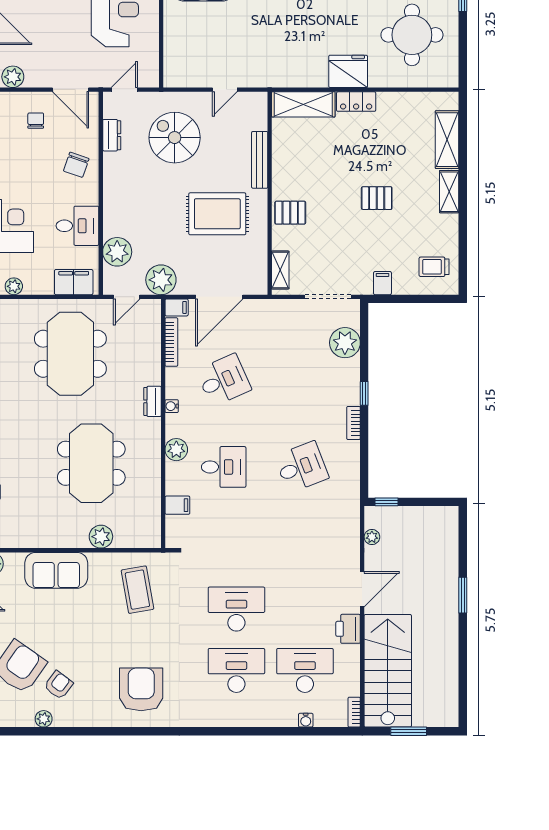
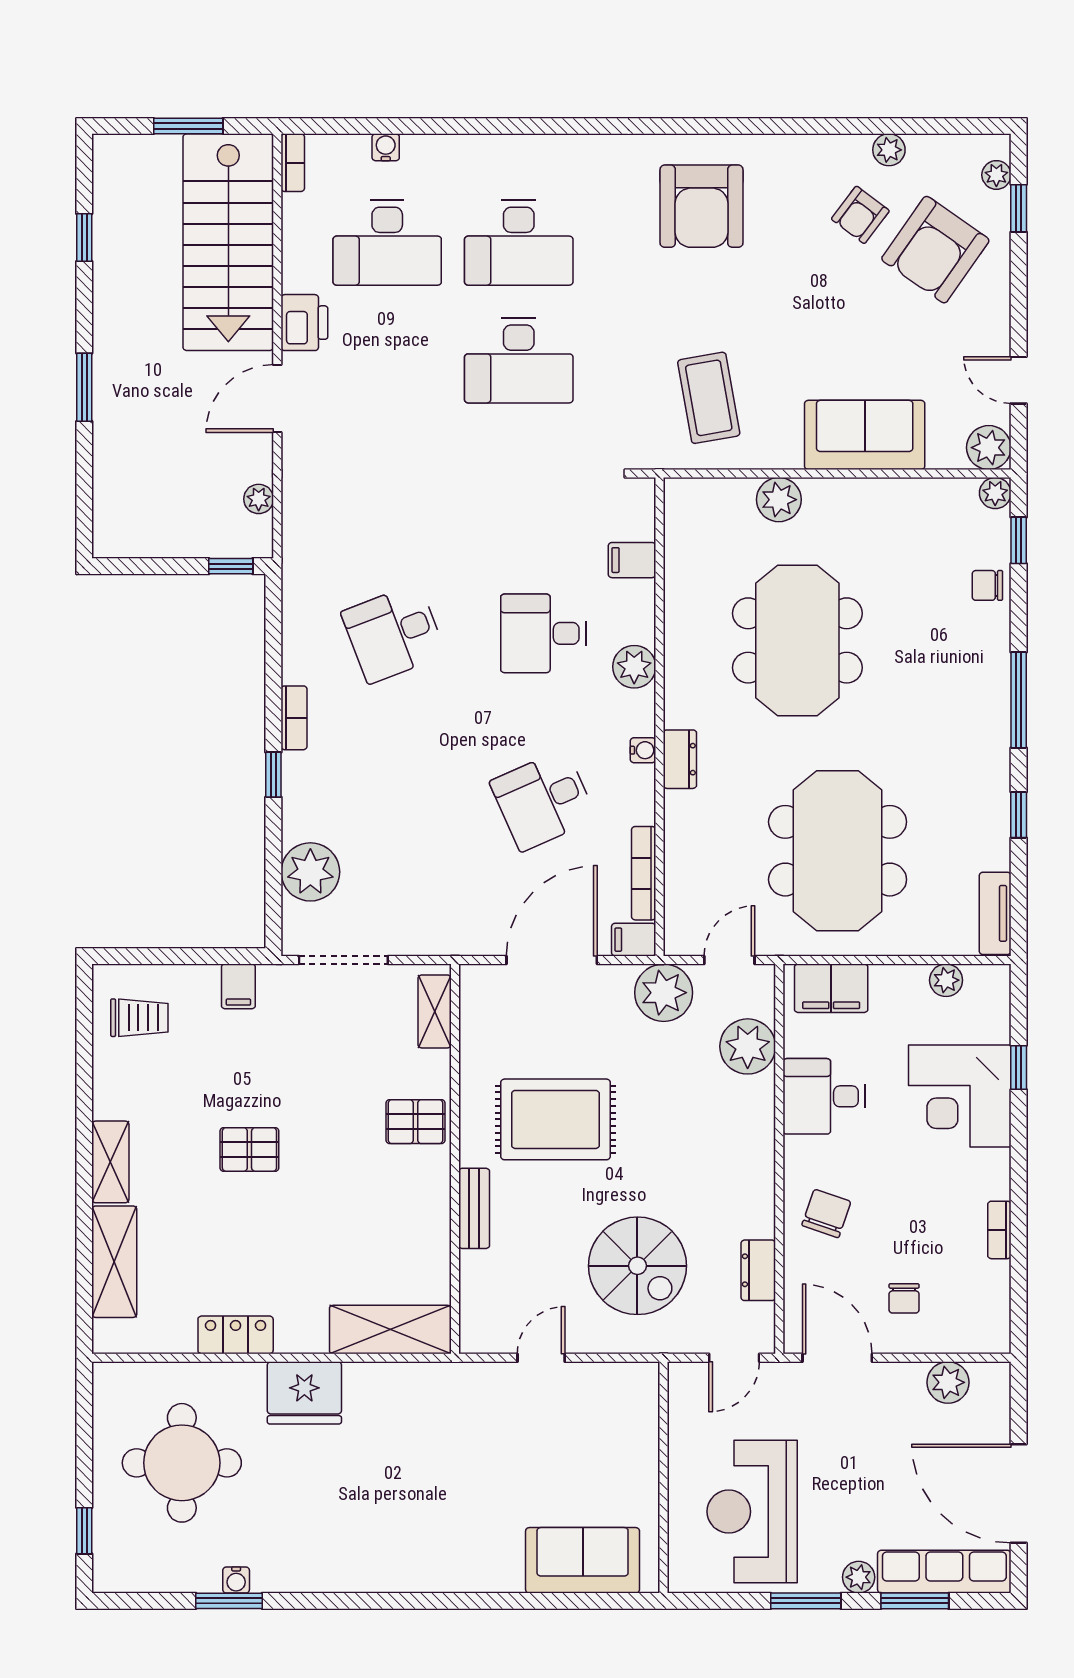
locker: (356, 102) -> (236, 1335), moved
bench: (260, 160) -> (474, 1208), width x0.73
window: (463, 673) -> (84, 237), added

